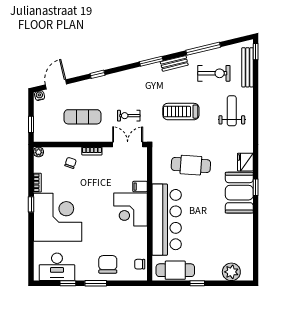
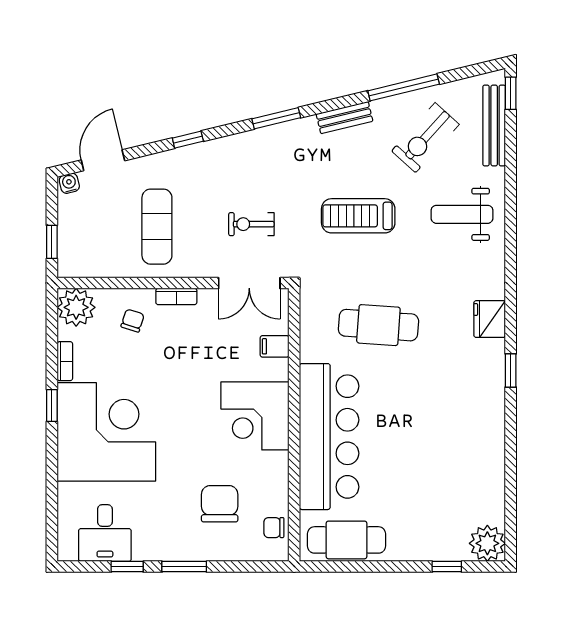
window: (151, 61) -> (276, 118), moved
exercise bike: (214, 73) -> (425, 138), turned 132
weight bench: (232, 111) -> (462, 214), turned -90
exercise mat: (82, 117) -> (157, 227), turned 90
double door: (128, 144) -> (249, 283), swing flipped
plant: (39, 152) -> (76, 307), width x1.88, depth x1.88
filing cabinet: (140, 187) -> (275, 346), moved
booth: (239, 193) -> (477, 381), removed
chair: (108, 264) -> (220, 504), moved
desk: (57, 267) -> (105, 533), width x0.73
plant: (231, 272) -> (487, 543), moved
window: (197, 283) -> (447, 567), moved

